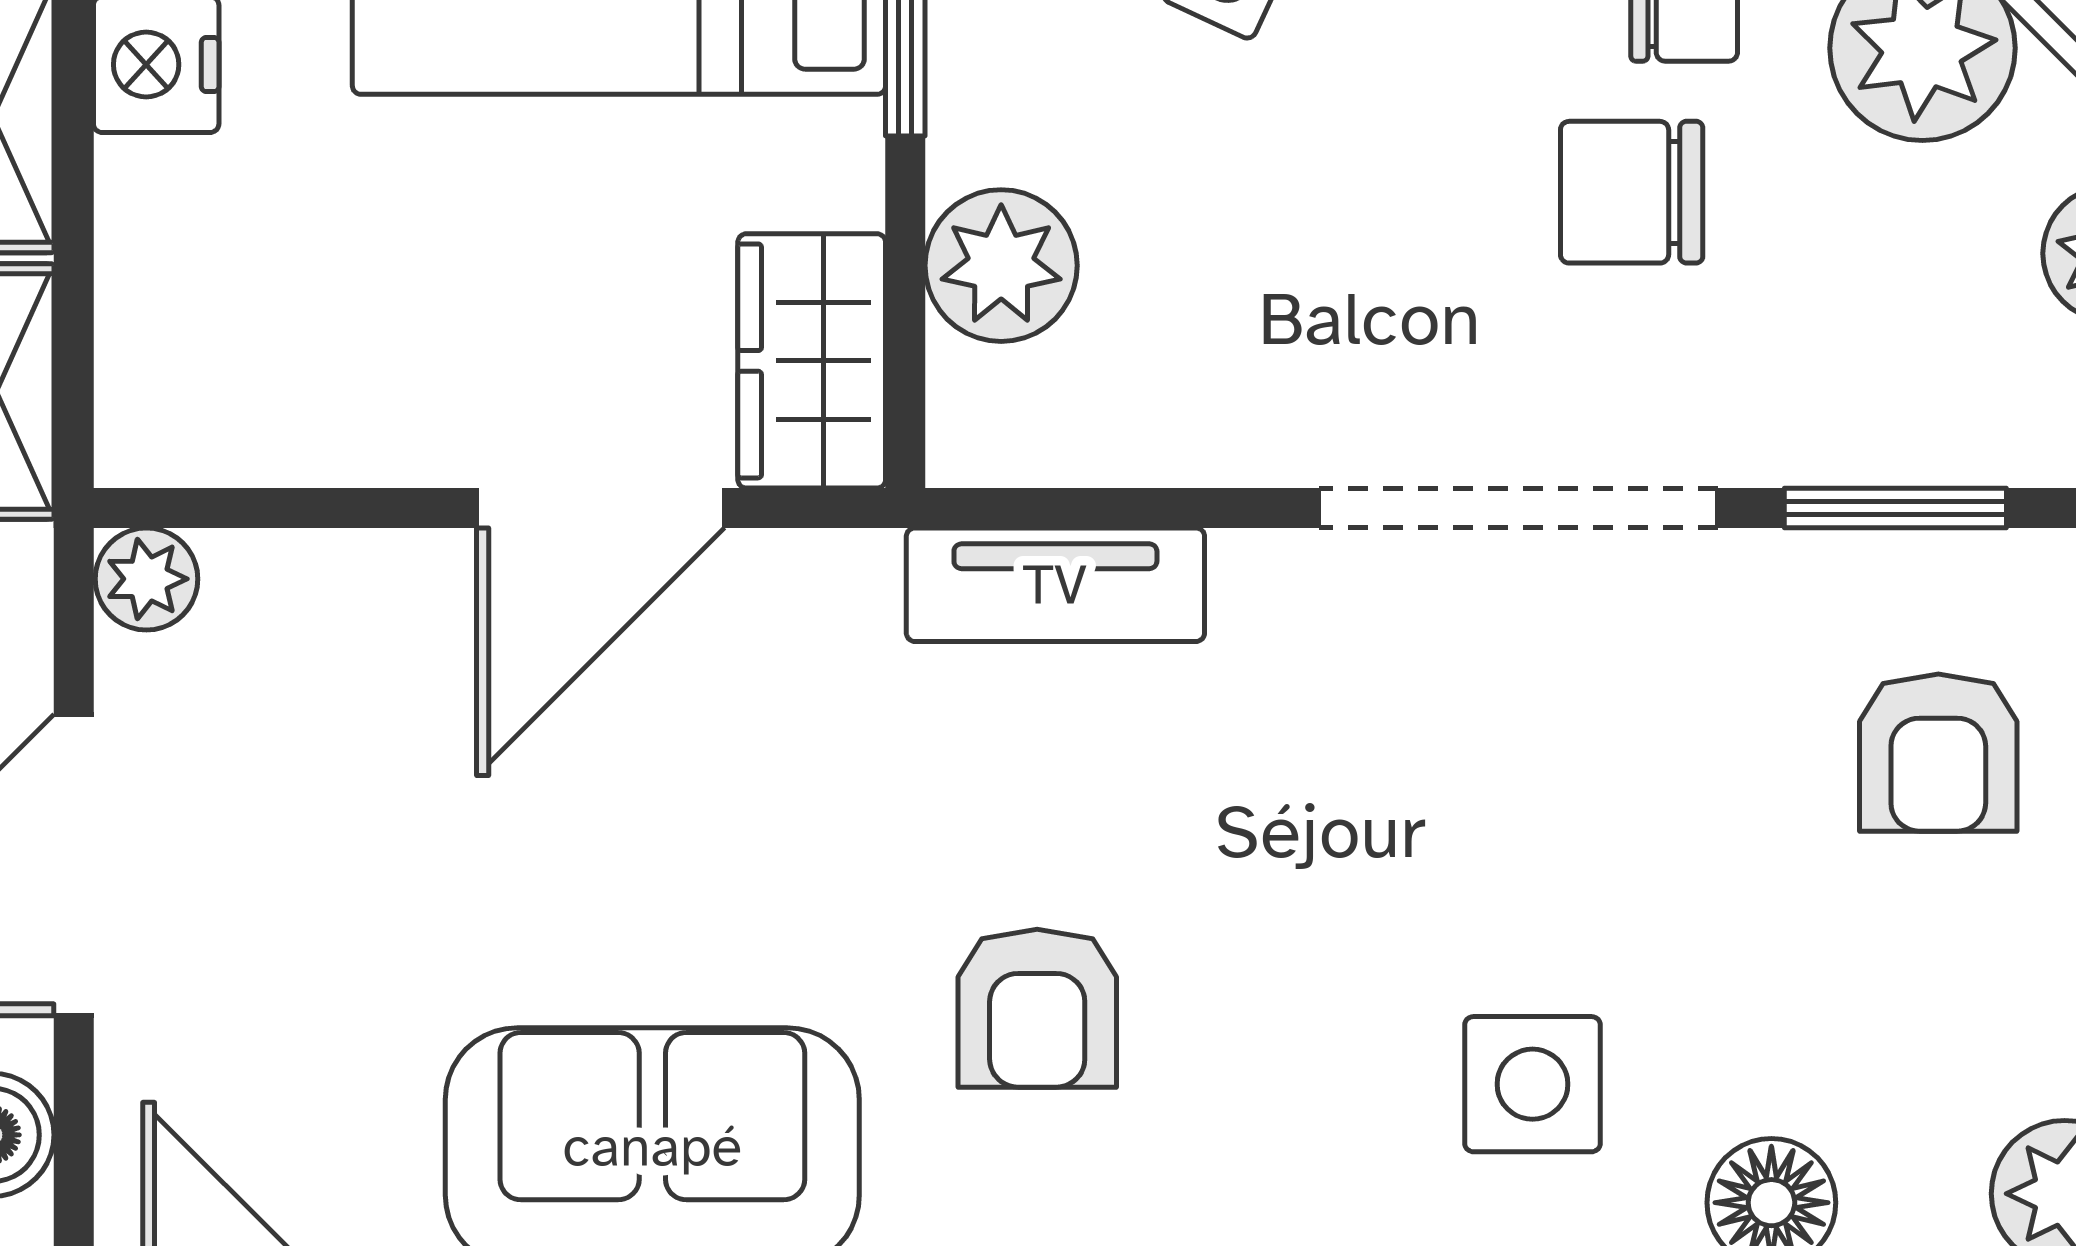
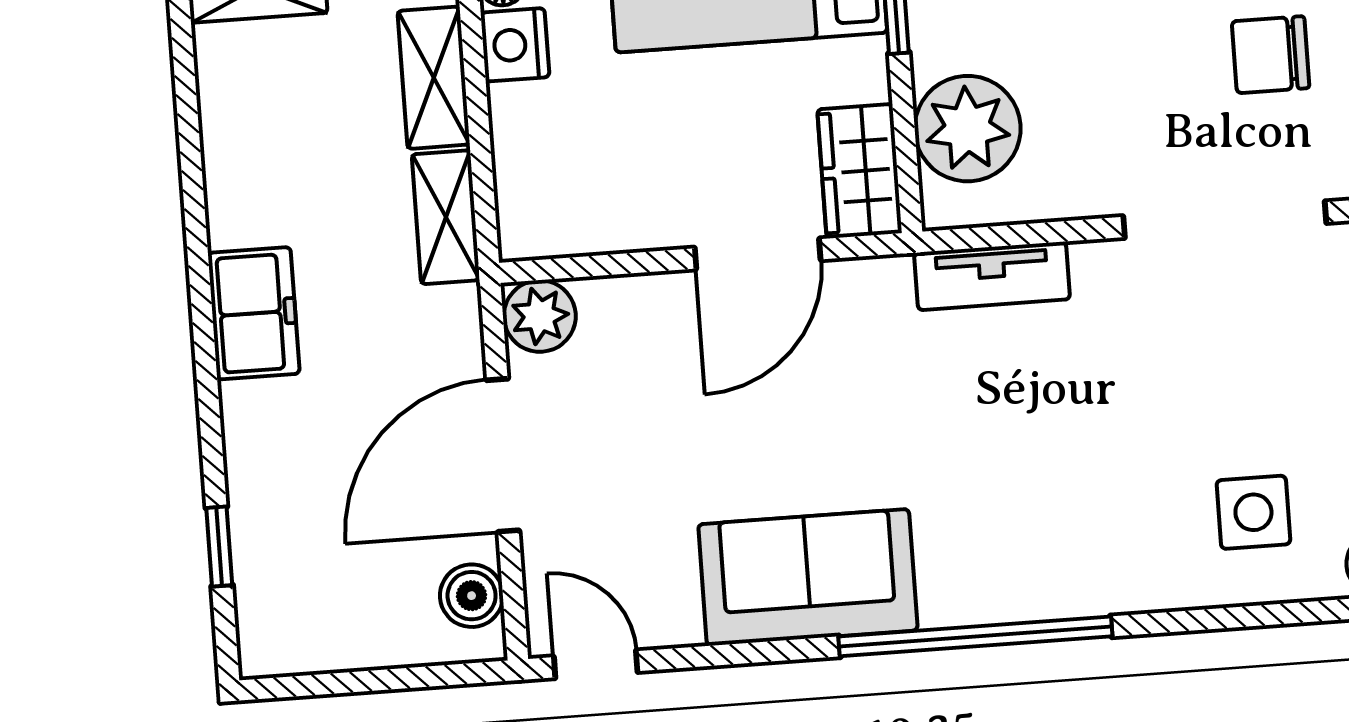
plant: (1001, 266) -> (968, 129), width x1.36, depth x1.36
plant: (146, 579) -> (540, 316), width x1.38, depth x1.38
armchair: (1037, 1008) -> (999, 492), removed

